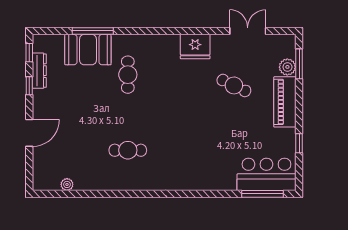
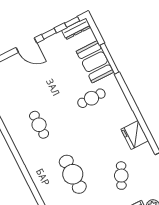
dresser: (39, 71) -> (76, 29), moved
door: (29, 133) -> (26, 45), moved
cafe table: (204, 140) -> (73, 174), added

